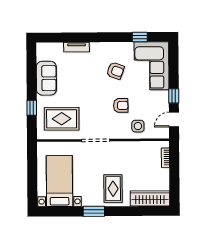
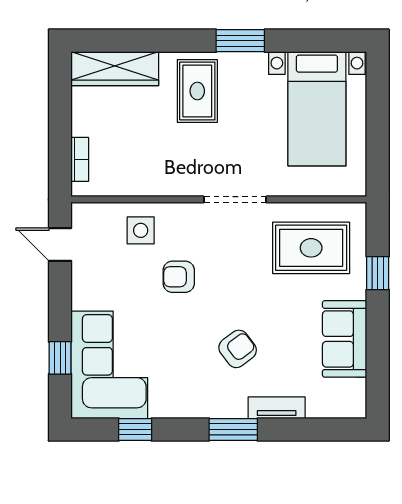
window: (96, 37) -> (233, 429), added
armchair: (115, 71) -> (238, 349), moved, turned 123
window: (174, 96) -> (60, 358), moved
door: (174, 120) -> (60, 245), swing flipped

